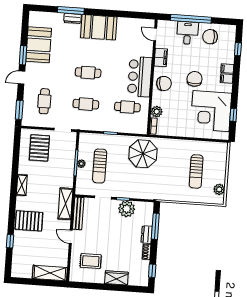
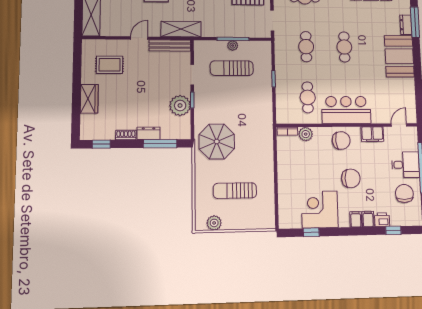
printer: (229, 57) -> (382, 220), added
chair: (164, 83) -> (341, 140), turned -86
corner desk: (211, 111) -> (320, 209), width x0.74, depth x0.74
parasol: (143, 154) -> (217, 142), moved
rug: (91, 261) -> (110, 65), turned 90

